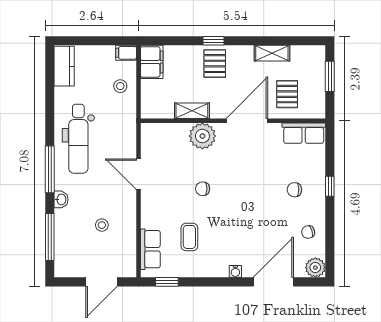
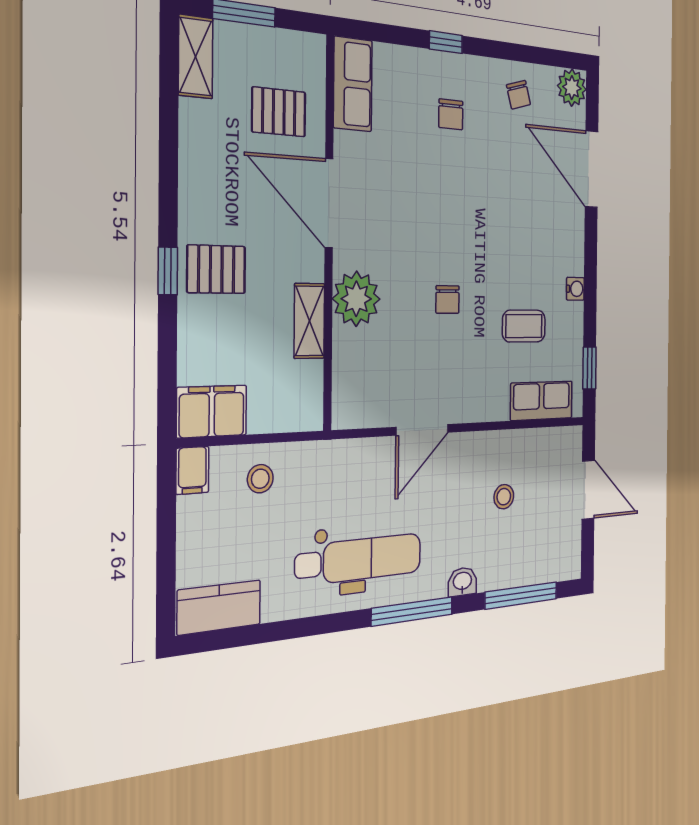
shelving: (272, 53) -> (196, 57), moved
water cooler: (235, 271) -> (575, 289), moved

